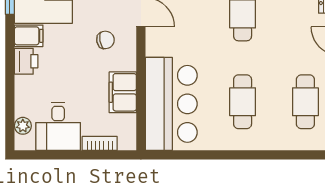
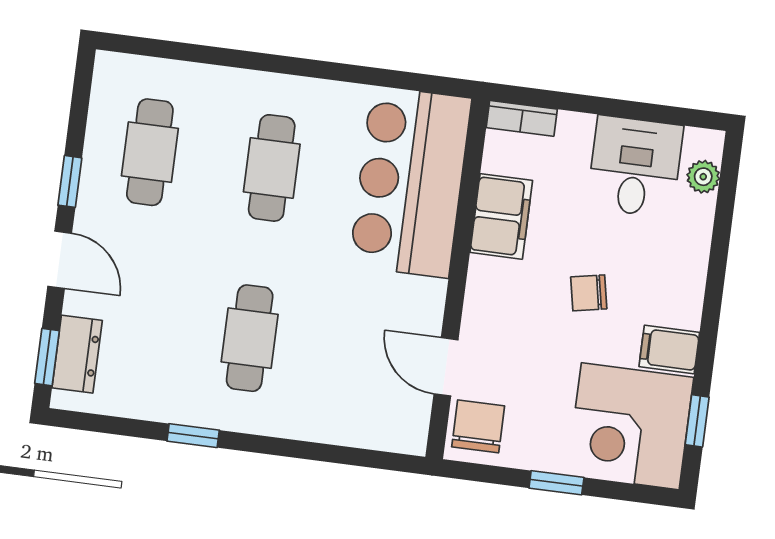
chair: (105, 40) -> (589, 293), moved
printer: (26, 61) -> (681, 301), removed
bookcase: (100, 143) -> (522, 118), moved

